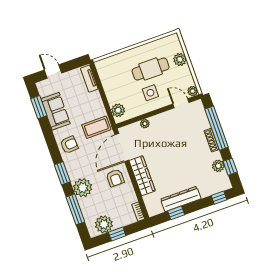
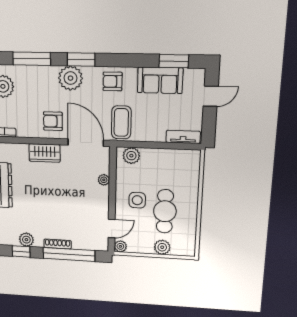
armchair: (69, 145) -> (113, 81), turned 94
wardrobe: (142, 176) -> (45, 153), width x0.67
plant: (83, 188) -> (70, 78), moved

